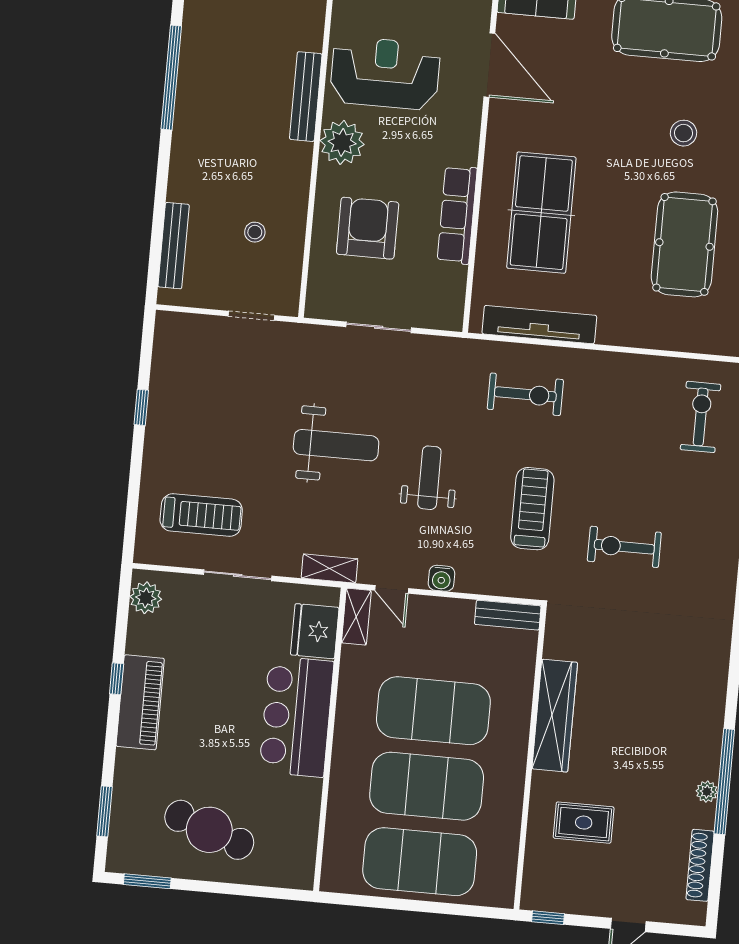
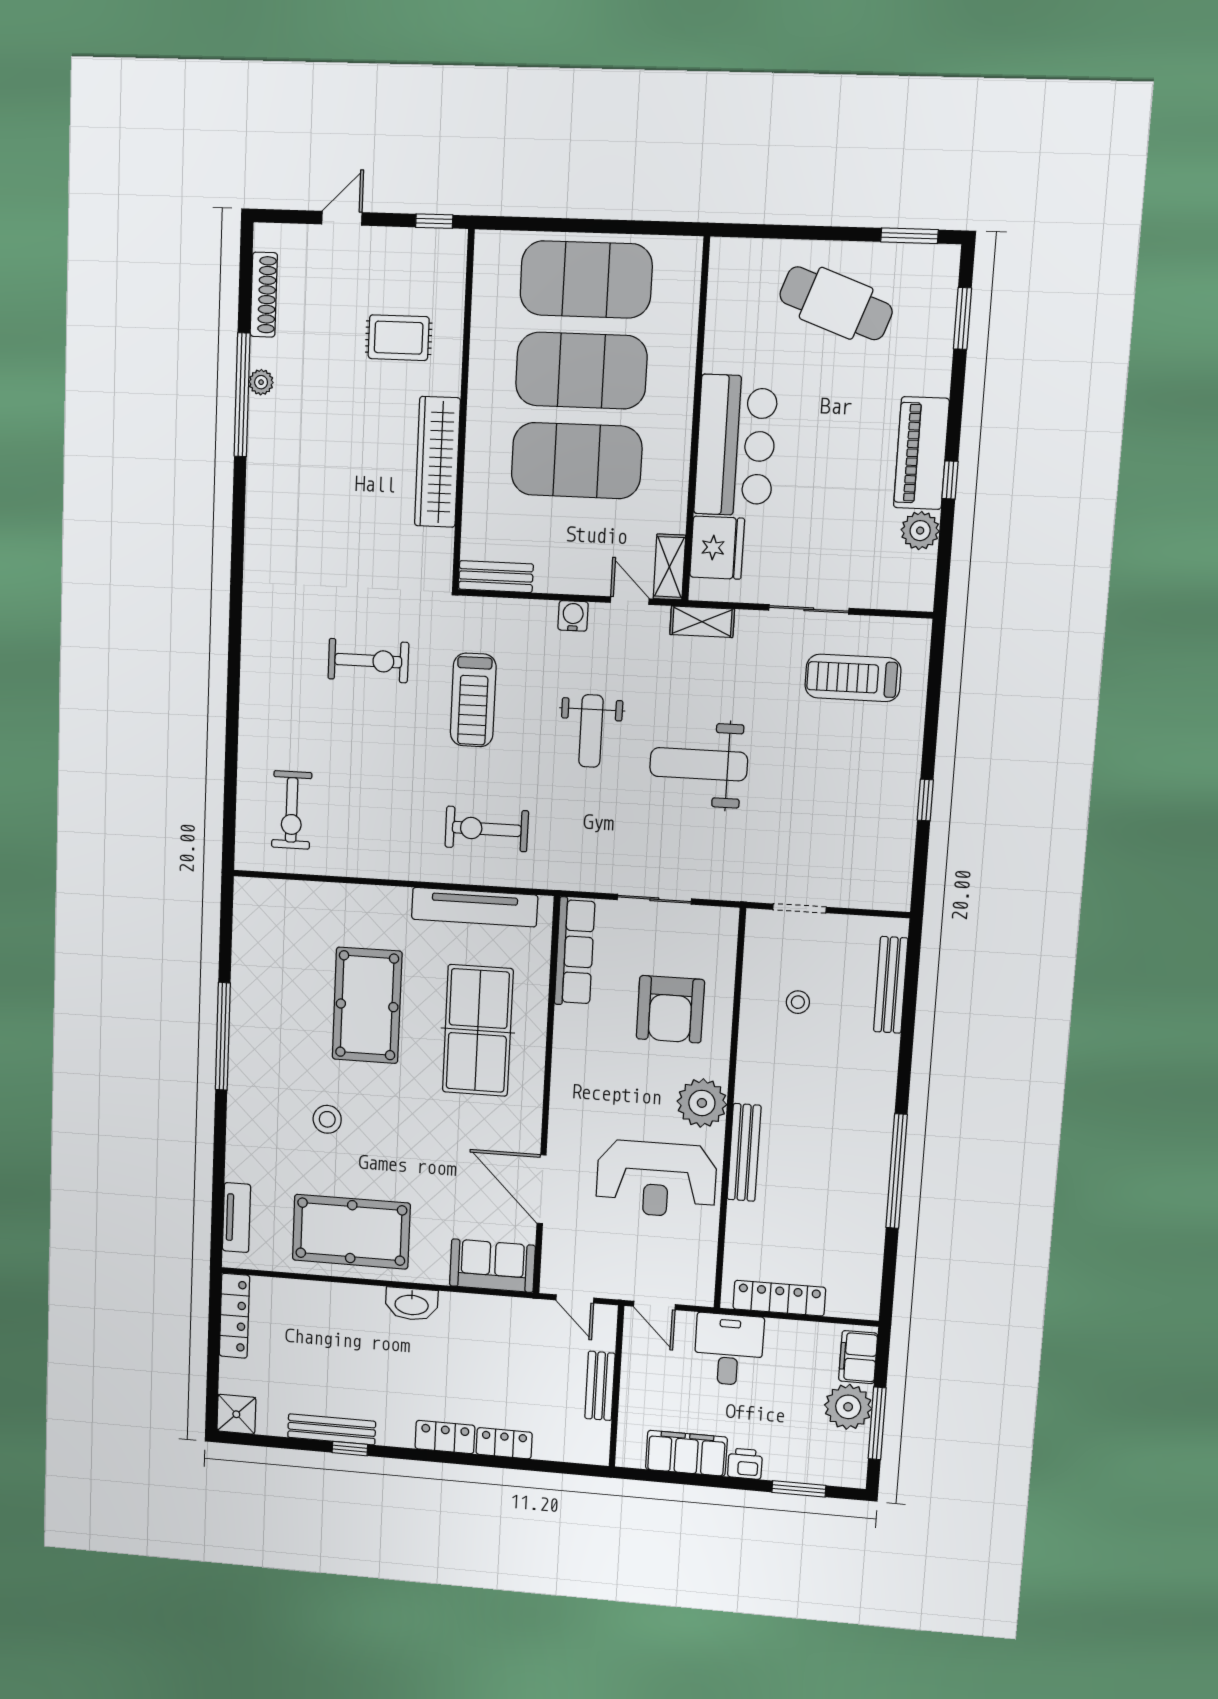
row of seats: (457, 215) -> (575, 952), moved
pool table: (684, 244) -> (367, 1005), moved
plant: (146, 598) -> (920, 531), moved

